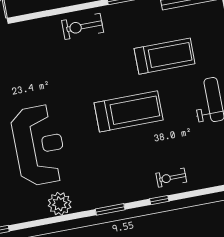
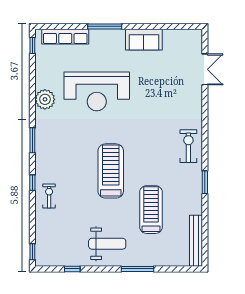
treadmill: (165, 56) -> (151, 210), turned 180
treadmill: (129, 111) -> (111, 171), turned 180

